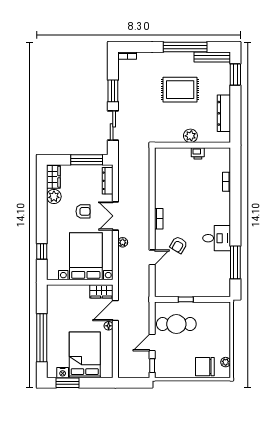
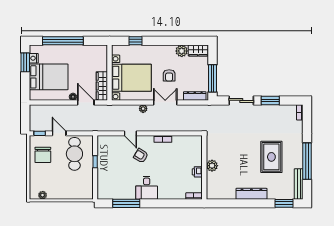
plant: (190, 136) -> (212, 166), moved
wall: (193, 145) -> (204, 167), moved
printer: (198, 153) -> (197, 172), moved
wardrobe: (101, 291) -> (102, 86), width x1.50
chair: (205, 367) -> (43, 155), moved, turned 180

